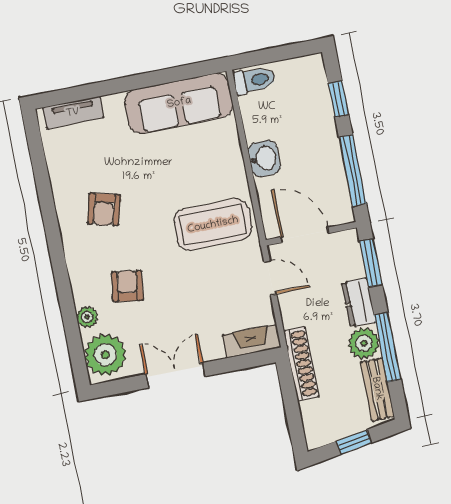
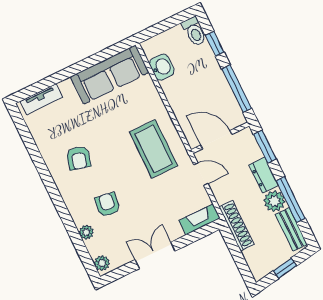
toilet: (254, 80) -> (194, 31), moved, turned 90
washbasin: (264, 159) -> (162, 67), moved
coffee table: (213, 225) -> (153, 149), turned 90
plant: (105, 355) -> (102, 263), width x0.53, depth x0.53

